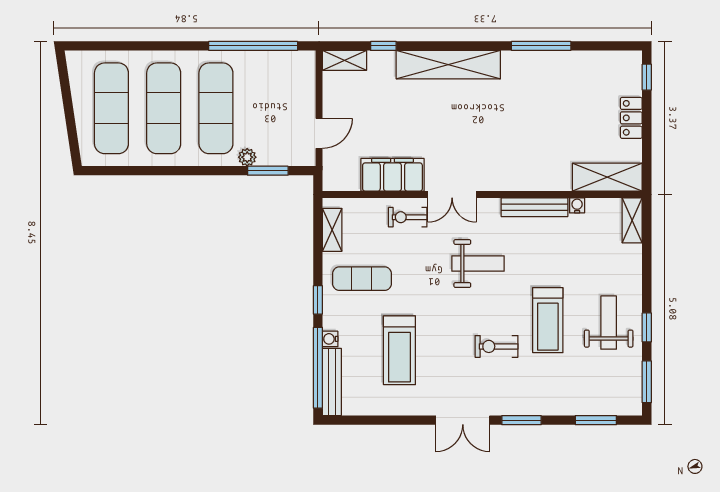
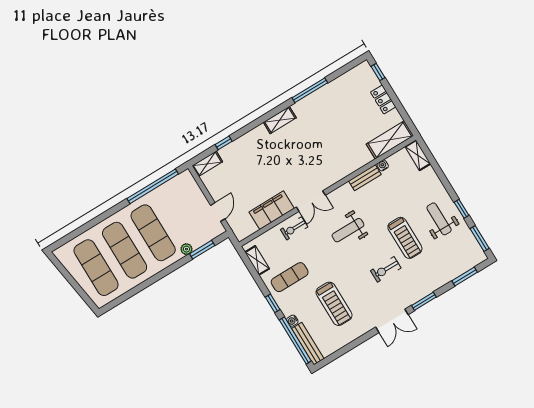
shelving: (448, 65) -> (280, 120), width x0.45, depth x0.75
bench: (534, 207) -> (365, 178), width x0.73
weight bench: (478, 264) -> (348, 230), turned 180

